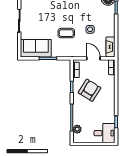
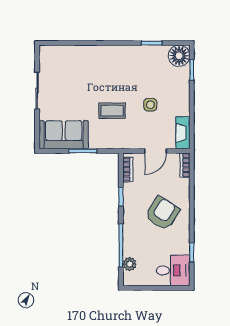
door: (93, 58) -> (155, 151), swing flipped
armchair: (90, 90) -> (162, 213), moved

